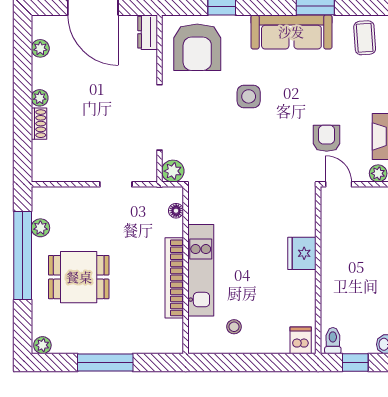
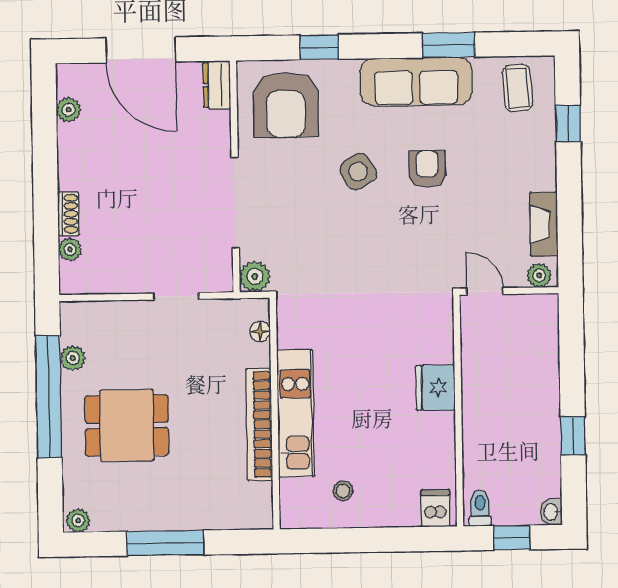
side table: (249, 96) -> (358, 172), turned -31
plant: (40, 98) -> (70, 249), moved
armchair: (327, 138) -> (427, 169), moved

